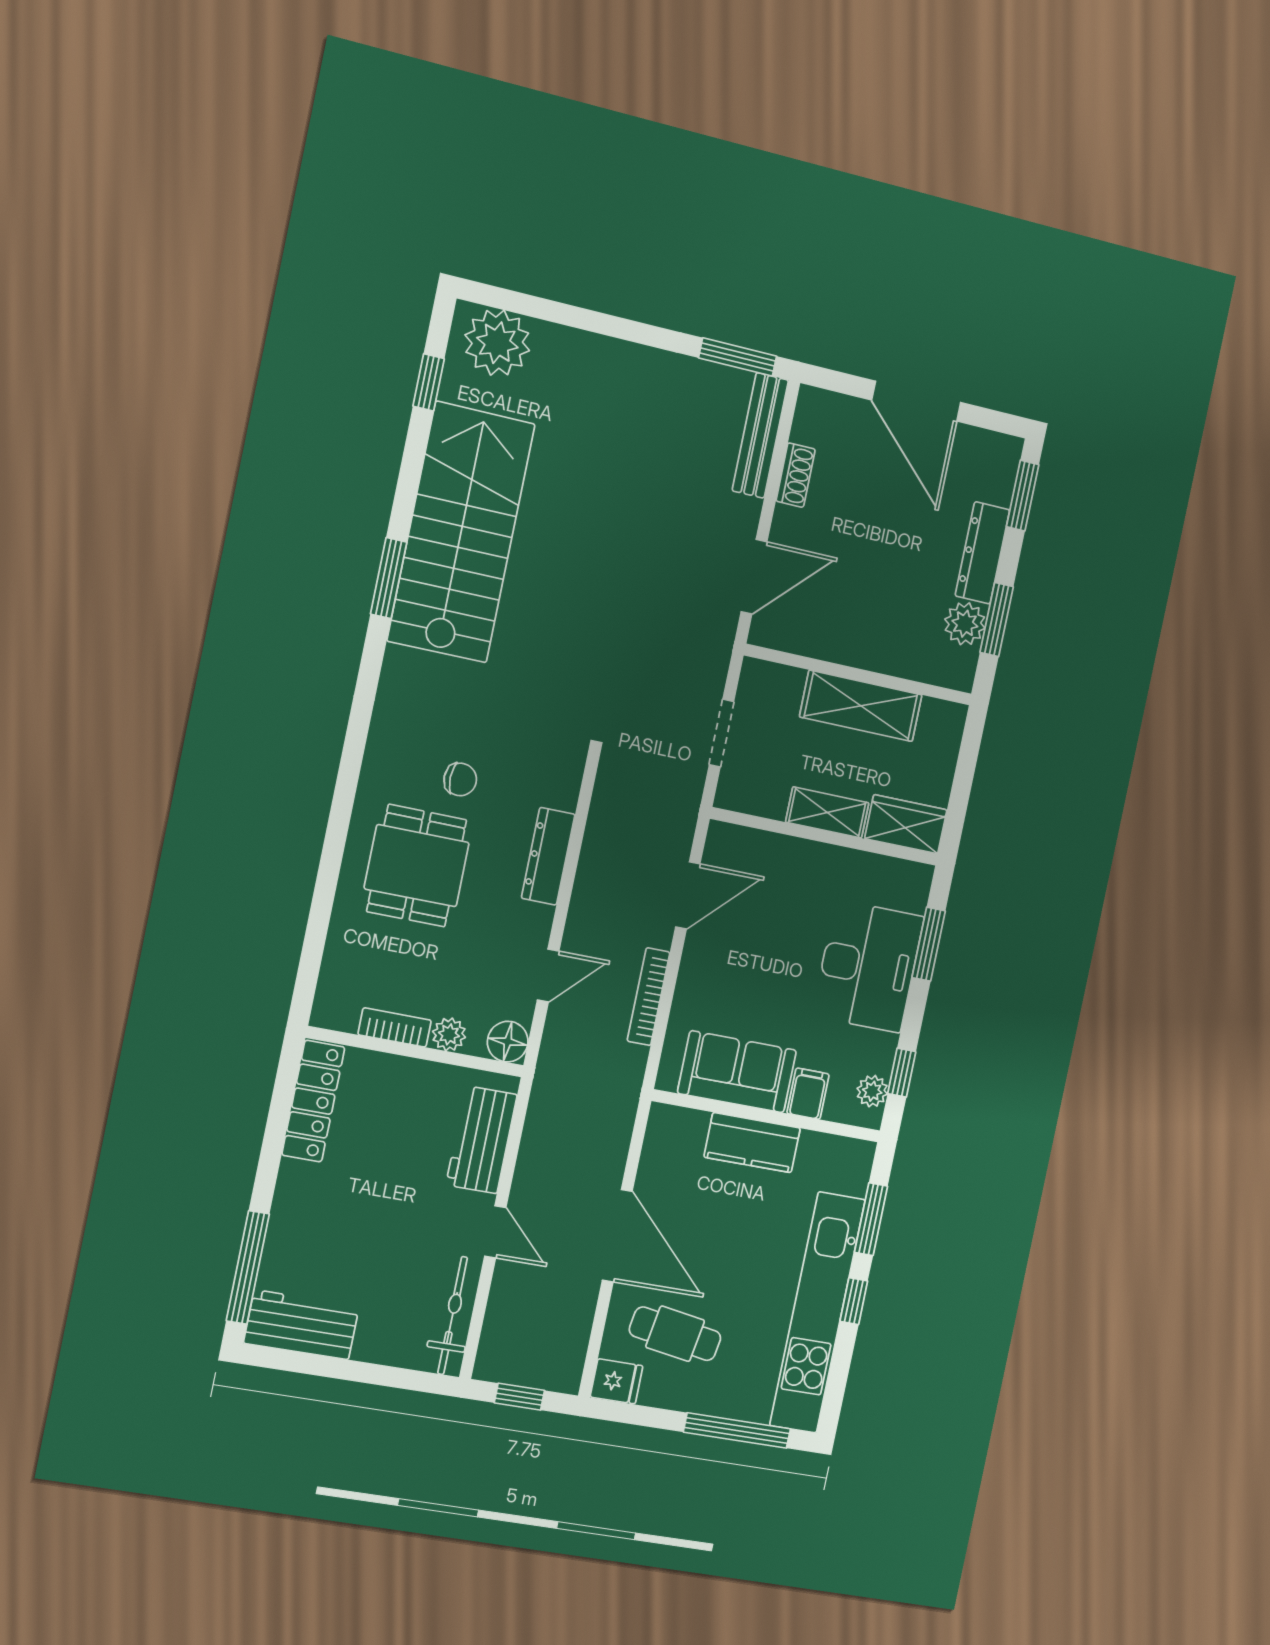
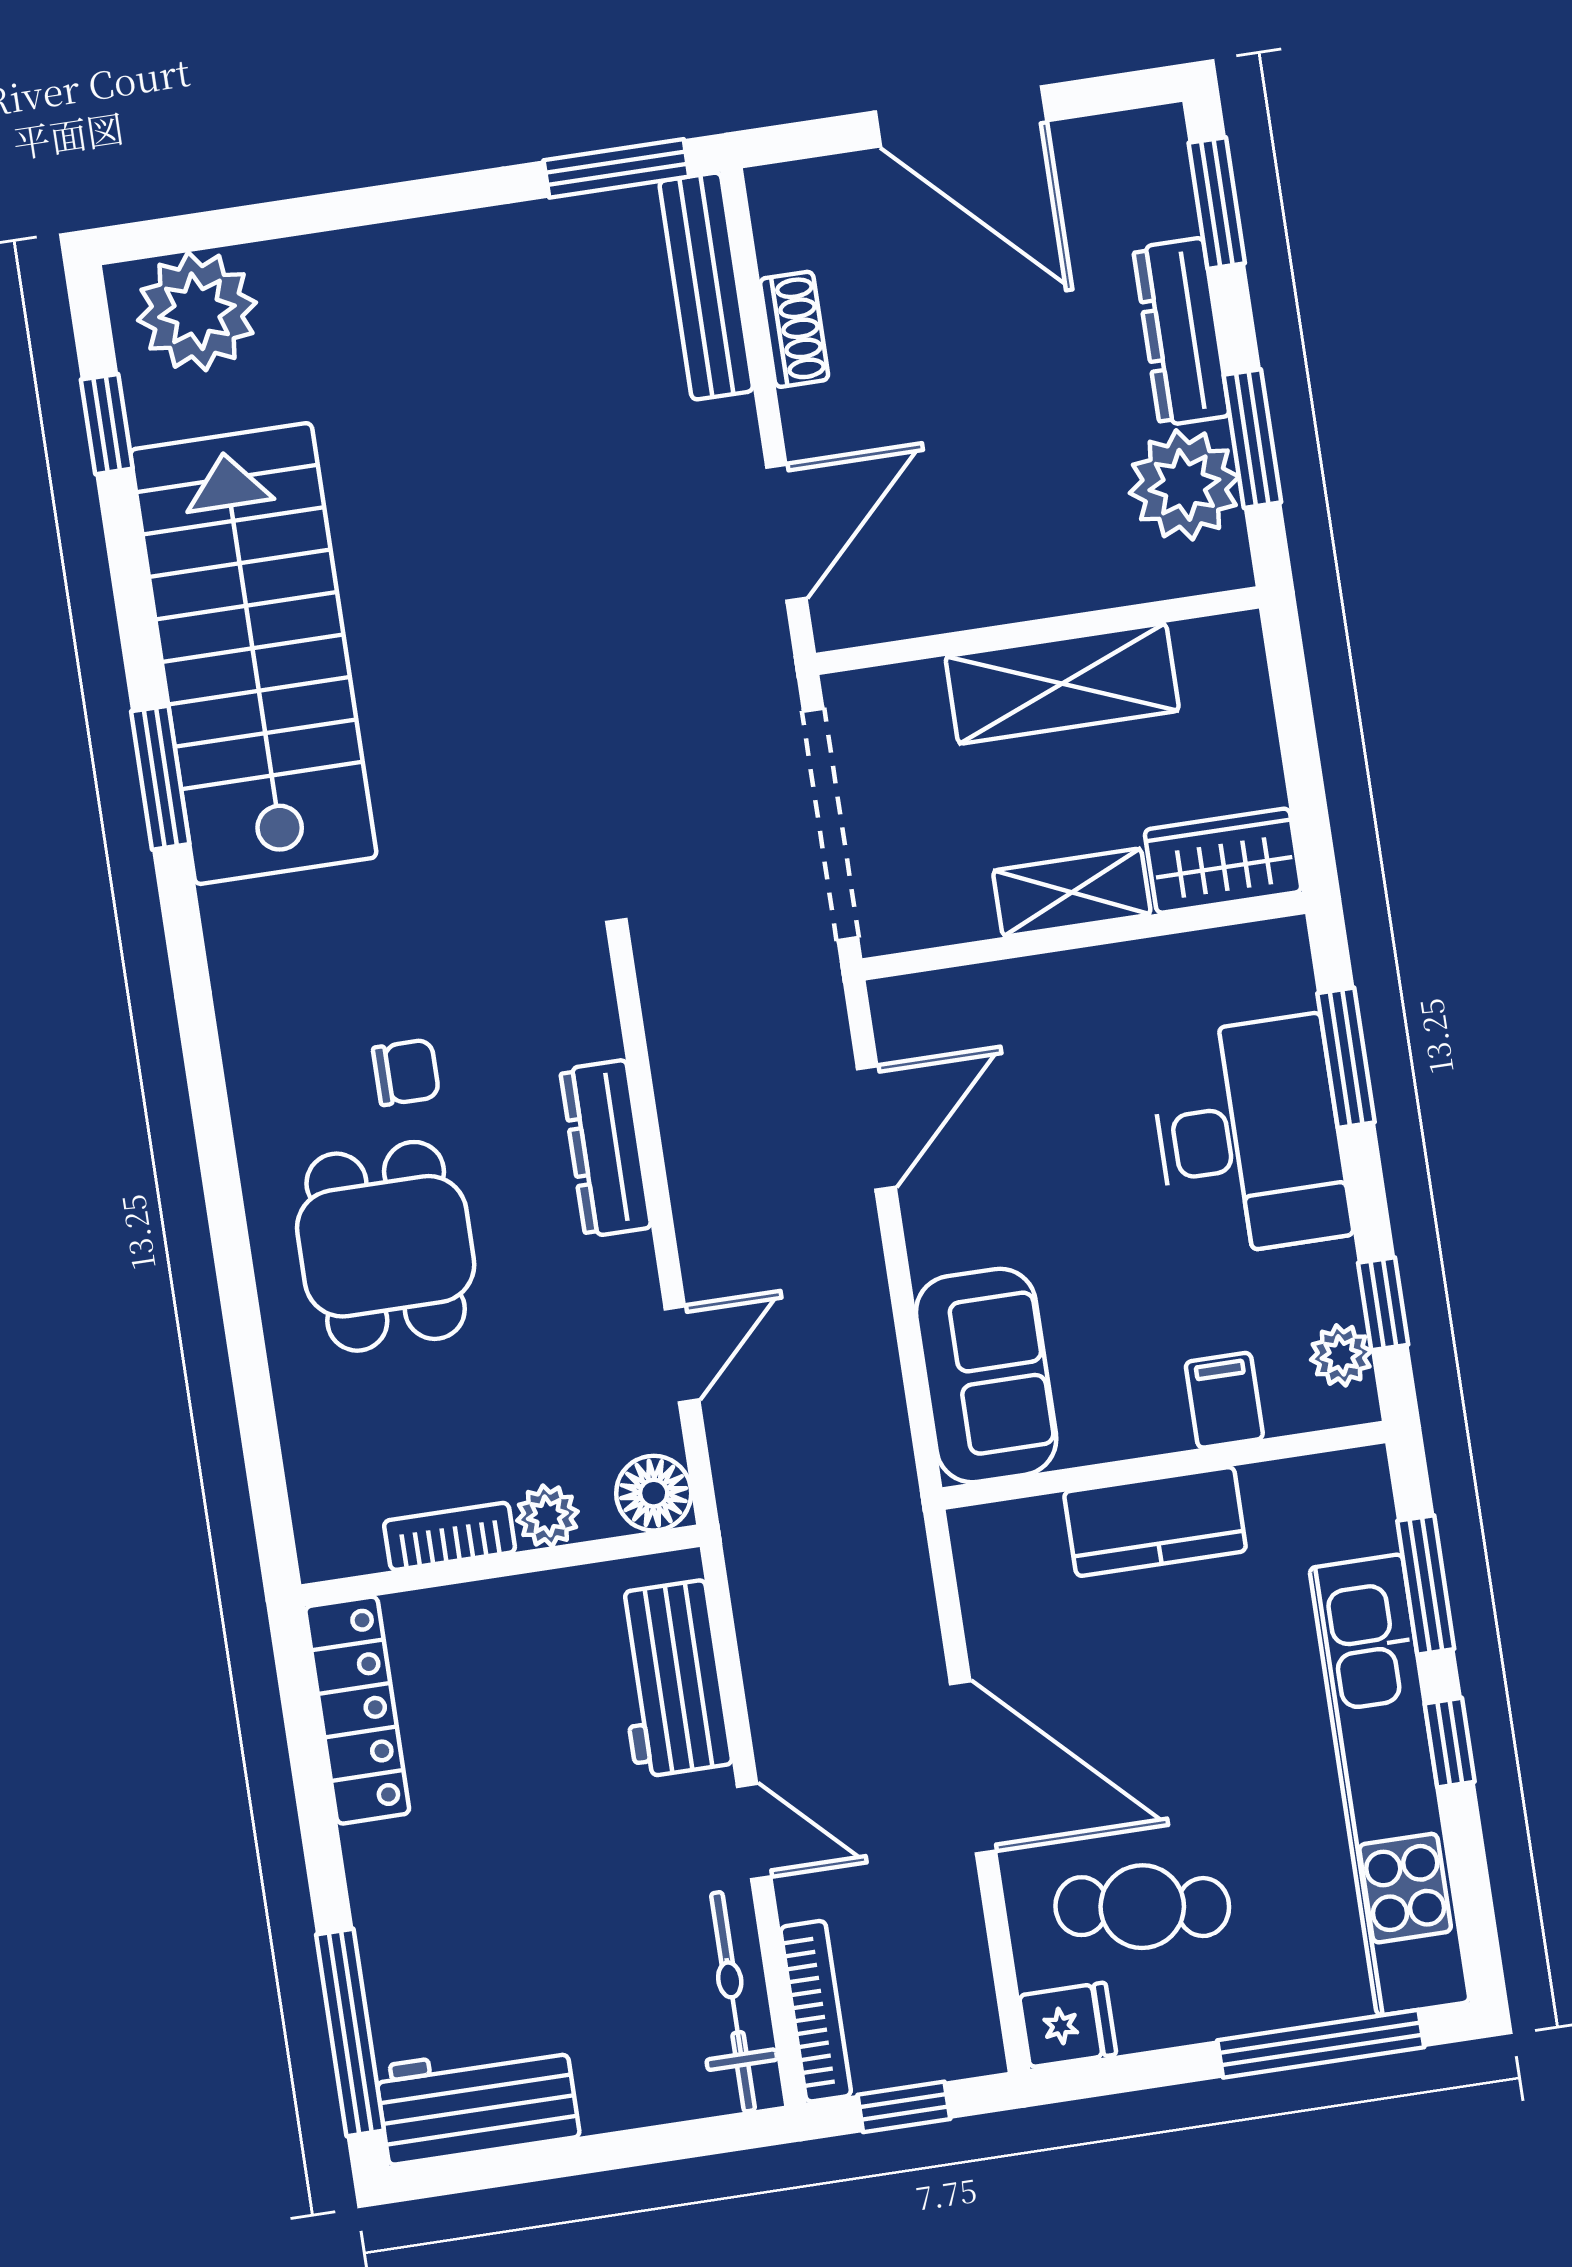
plant: (965, 624) -> (1184, 485), width x1.36, depth x1.36
doorway: (722, 733) -> (830, 824), width x1.88
bookcase: (648, 997) -> (816, 2011), moved, turned 180
sofa: (737, 1072) -> (986, 1375), moved, turned 90

